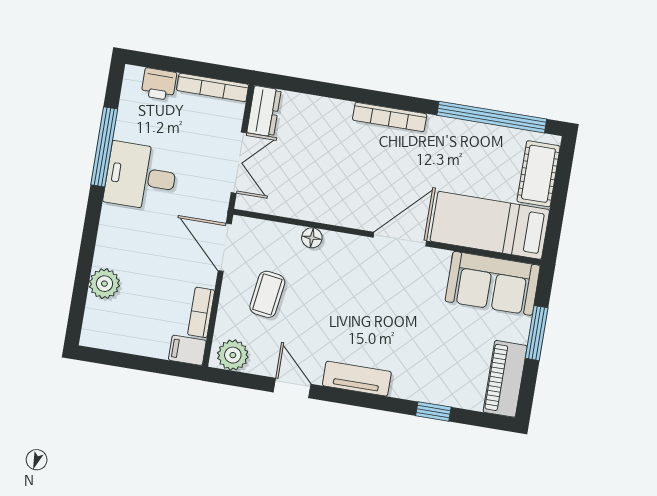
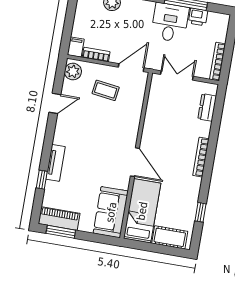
printer: (159, 84) -> (198, 17), moved, turned -90
dresser: (264, 111) -> (207, 107), moved, turned 90
window: (492, 117) -> (201, 212), width x0.32
double door: (239, 163) -> (177, 75), swing flipped
floor lamp: (312, 238) -> (136, 115), removed
window: (537, 333) -> (61, 232), moved
tv unit: (357, 379) -> (56, 163), moved

